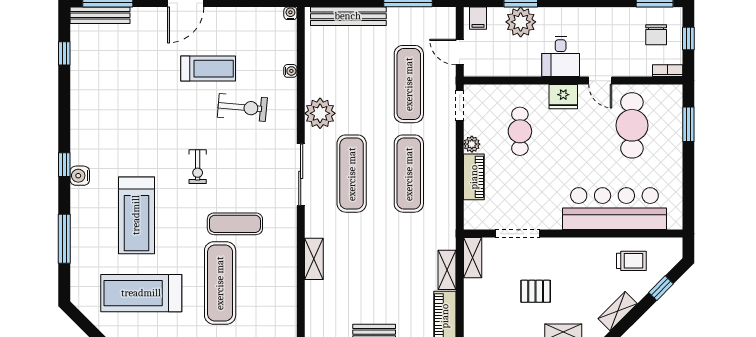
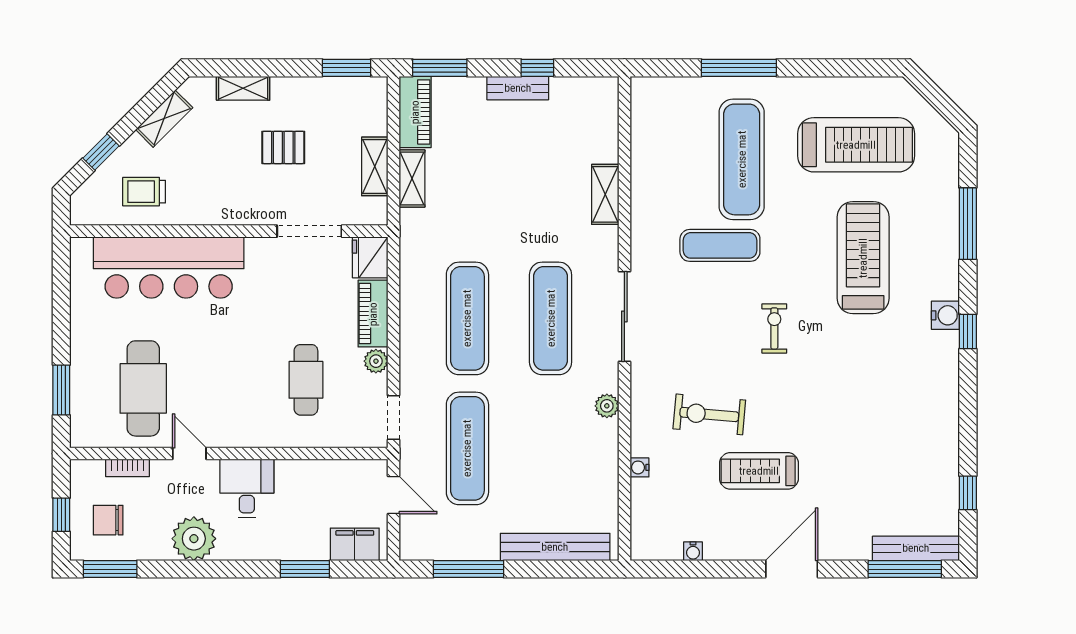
water cooler: (290, 13) -> (693, 551), moved
filing cabinet: (478, 18) -> (355, 544), width x2.00
plant: (521, 22) -> (194, 539), moved
chair: (656, 35) -> (108, 520), turned -90
bookcase: (668, 71) -> (128, 468), moved
fridge: (563, 97) -> (370, 257), moved, turned -90
plant: (320, 113) -> (607, 406), width x0.53, depth x0.53
shelving: (473, 258) -> (375, 166), moved

